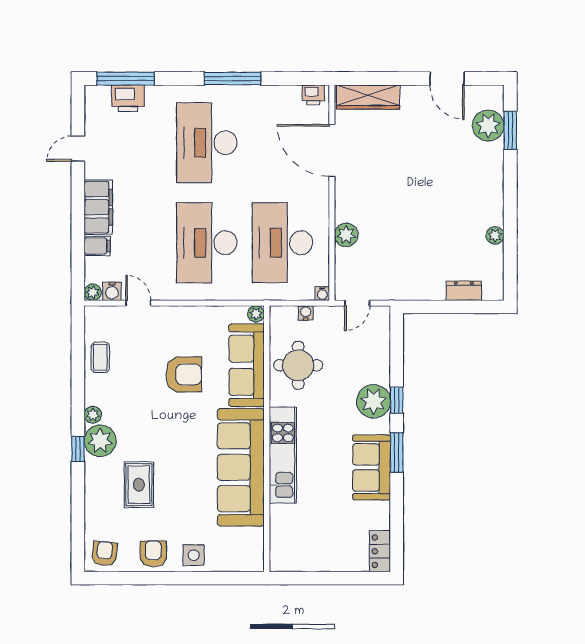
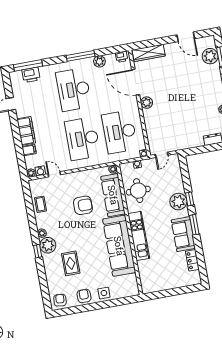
plant: (268, 96) -> (99, 61), added
plant: (346, 235) -> (147, 103), moved
locker: (380, 551) -> (192, 260), moved

